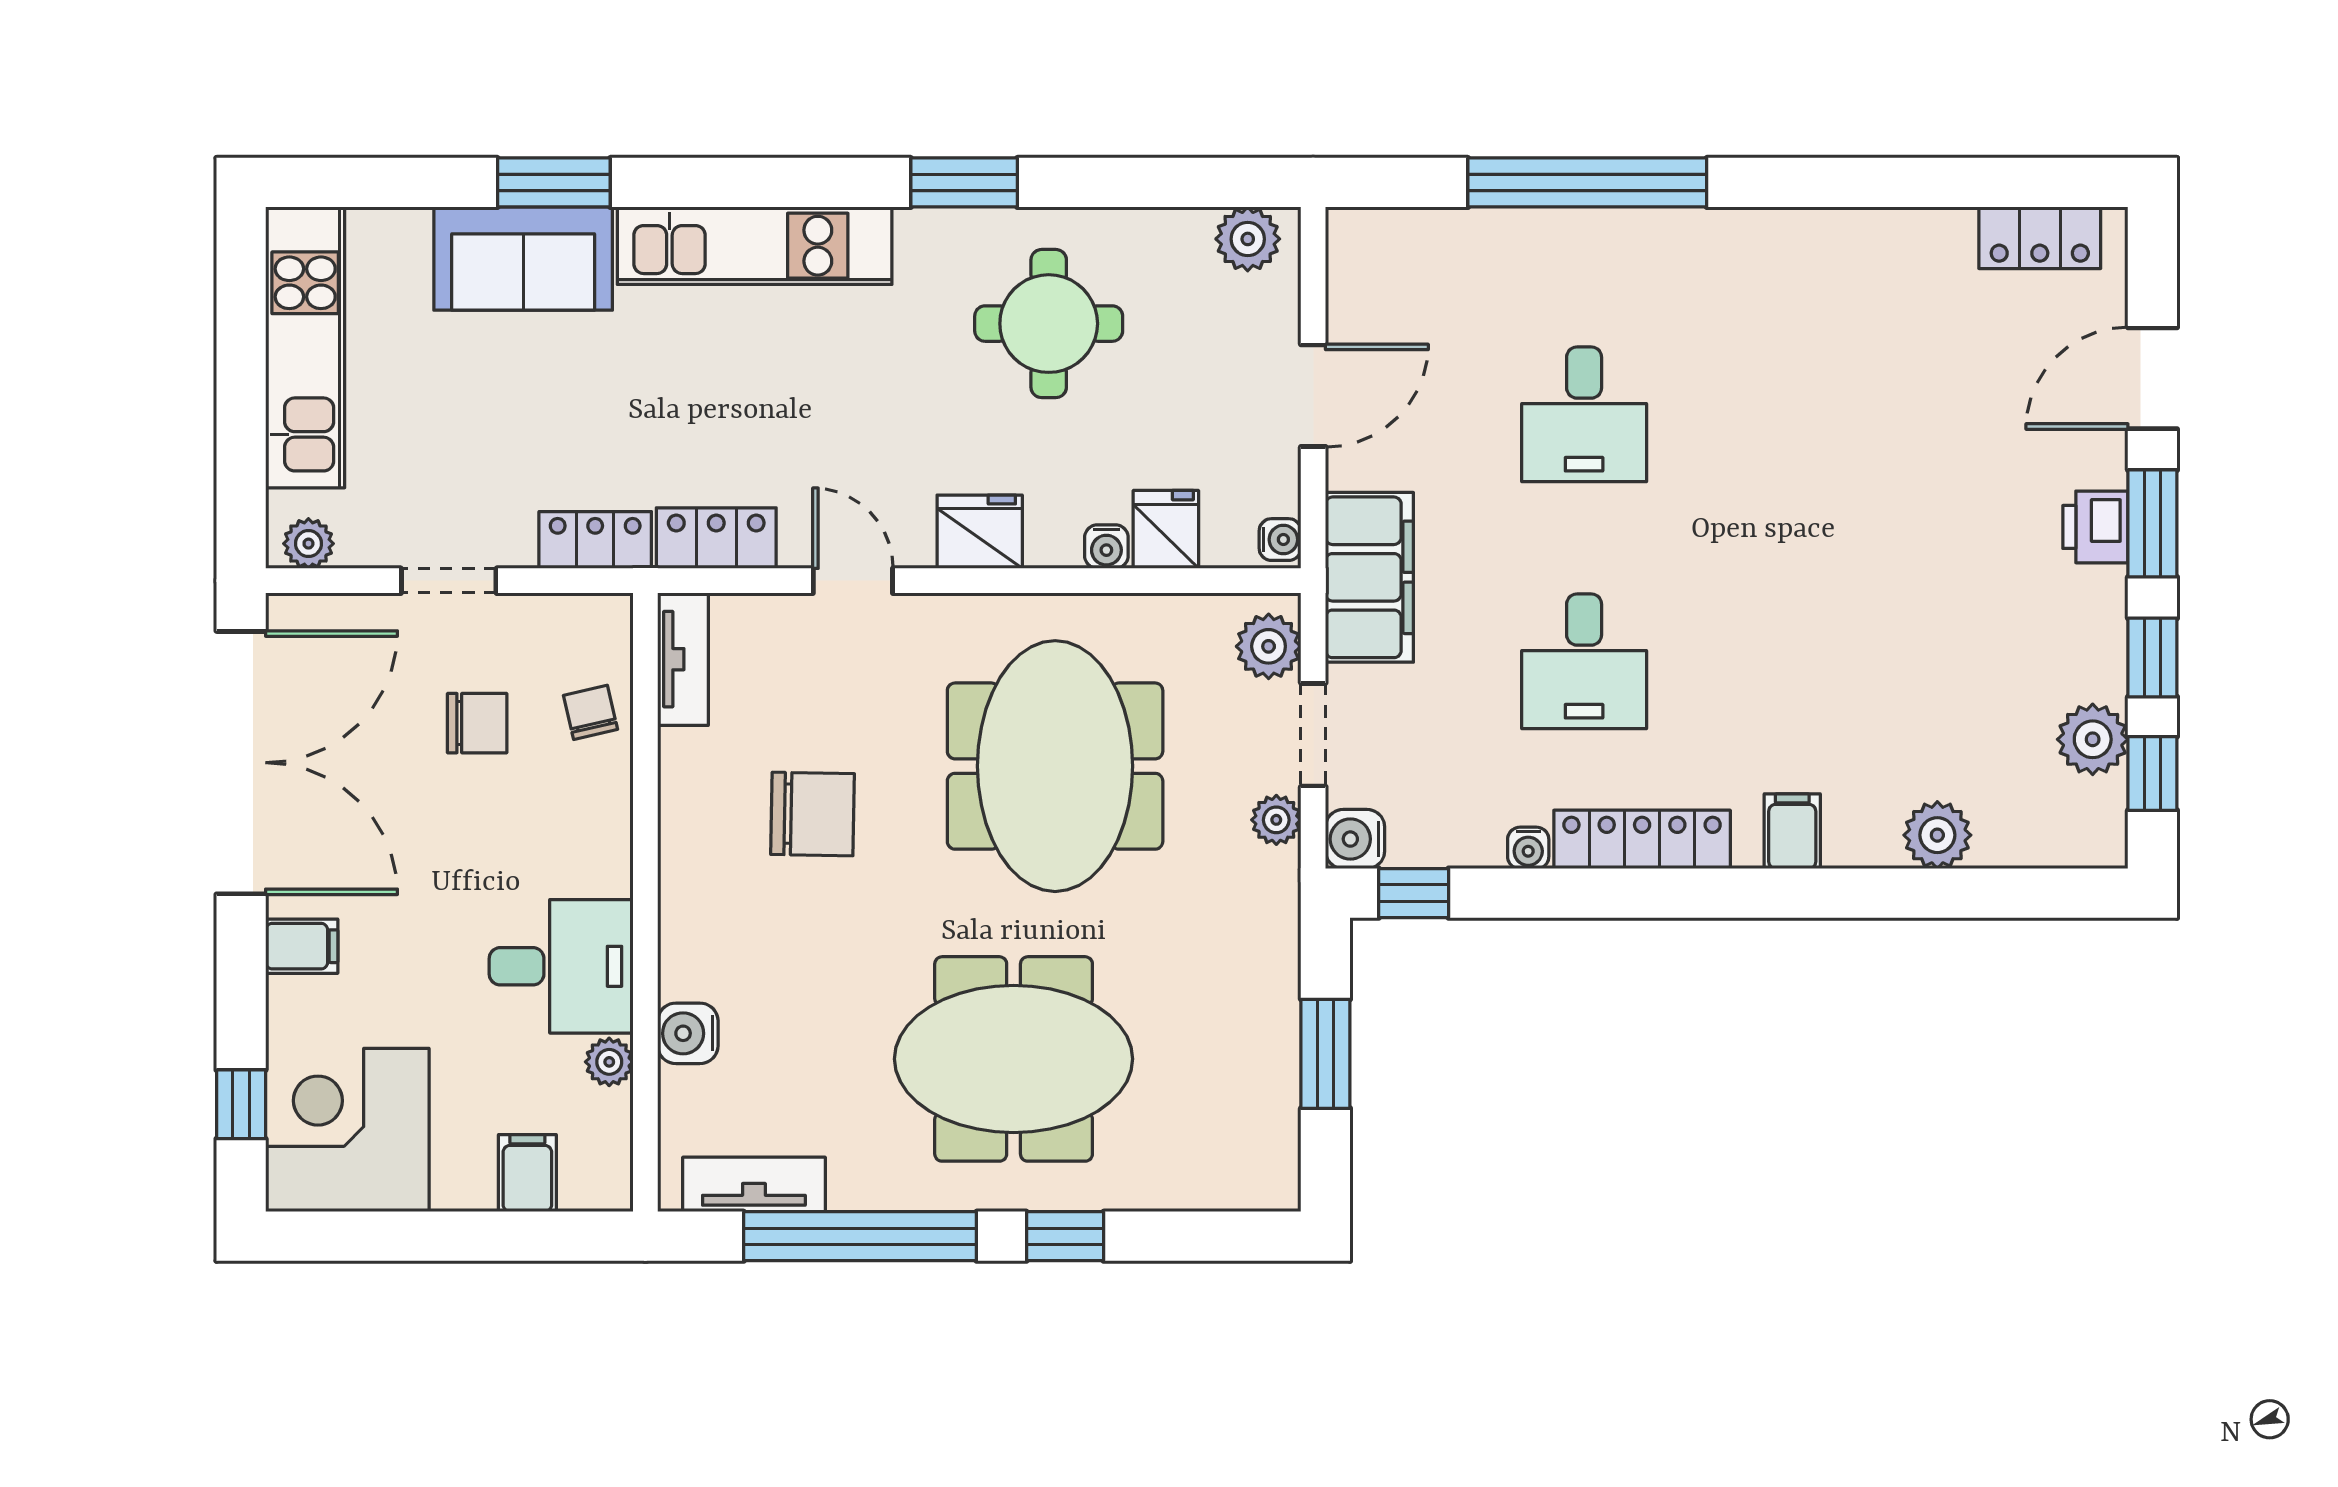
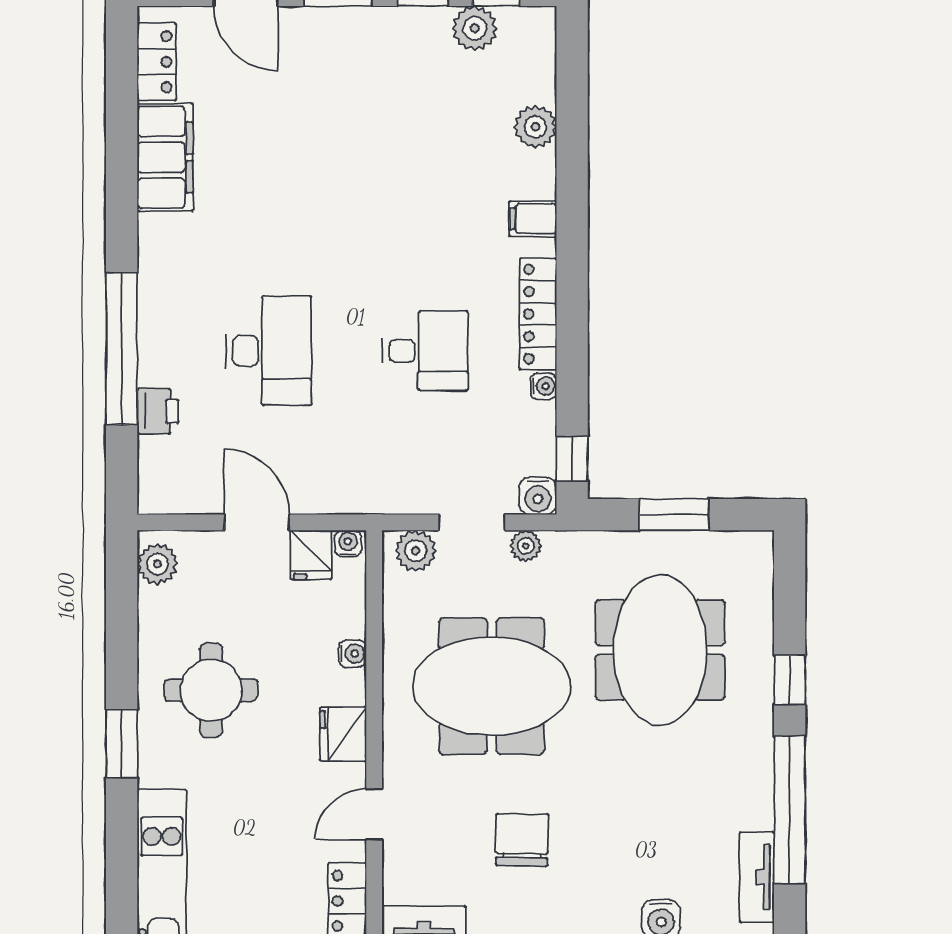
desk: (1584, 414) -> (269, 351), width x1.37
printer: (2095, 527) -> (158, 411), moved, turned -90
fridge: (1166, 529) -> (311, 555), moved, turned -90
filing cabinet: (1369, 577) -> (165, 157), moved, turned 90
meeting table: (1014, 1059) -> (660, 650), moved

